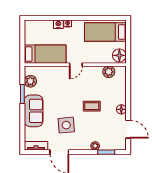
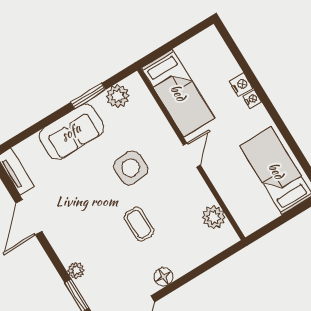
floor lamp: (119, 55) -> (252, 218), removed
door: (76, 65) -> (192, 155), swing flipped
side table: (66, 125) -> (131, 168), moved

